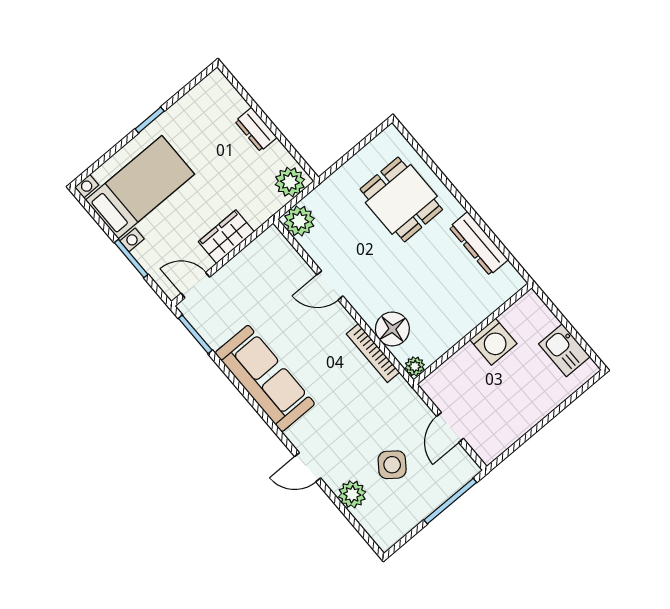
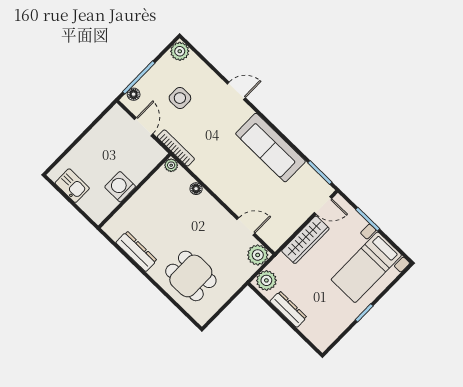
dresser: (256, 129) -> (288, 309), width x1.44
wardrobe: (226, 237) -> (305, 240), width x1.50
door: (330, 285) -> (246, 226), moved
floor lamp: (392, 329) -> (196, 189), width x0.53, depth x0.53
bookcase: (373, 353) -> (176, 148), moved
side table: (392, 465) -> (180, 98), turned -37
floor lamp: (460, 477) -> (134, 94), added
plant: (352, 494) -> (180, 51), moved

